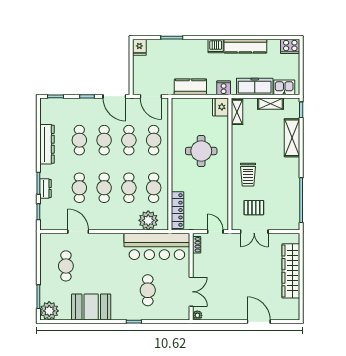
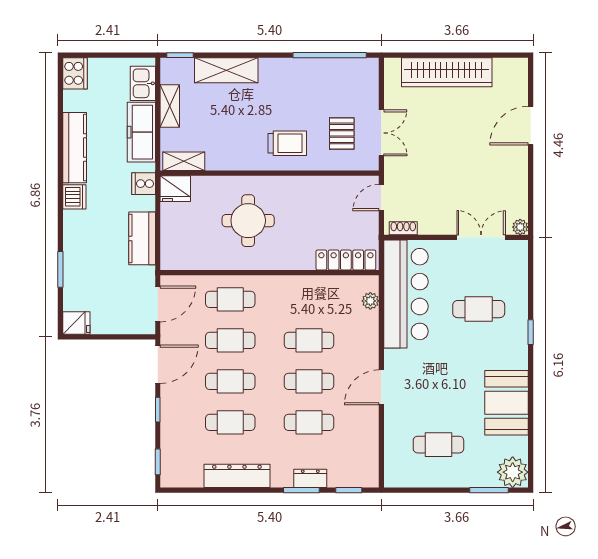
cafe table: (154, 188) -> (309, 299), removed
plant: (148, 220) -> (370, 301), width x0.53, depth x0.53
door: (78, 232) -> (381, 387), moved

